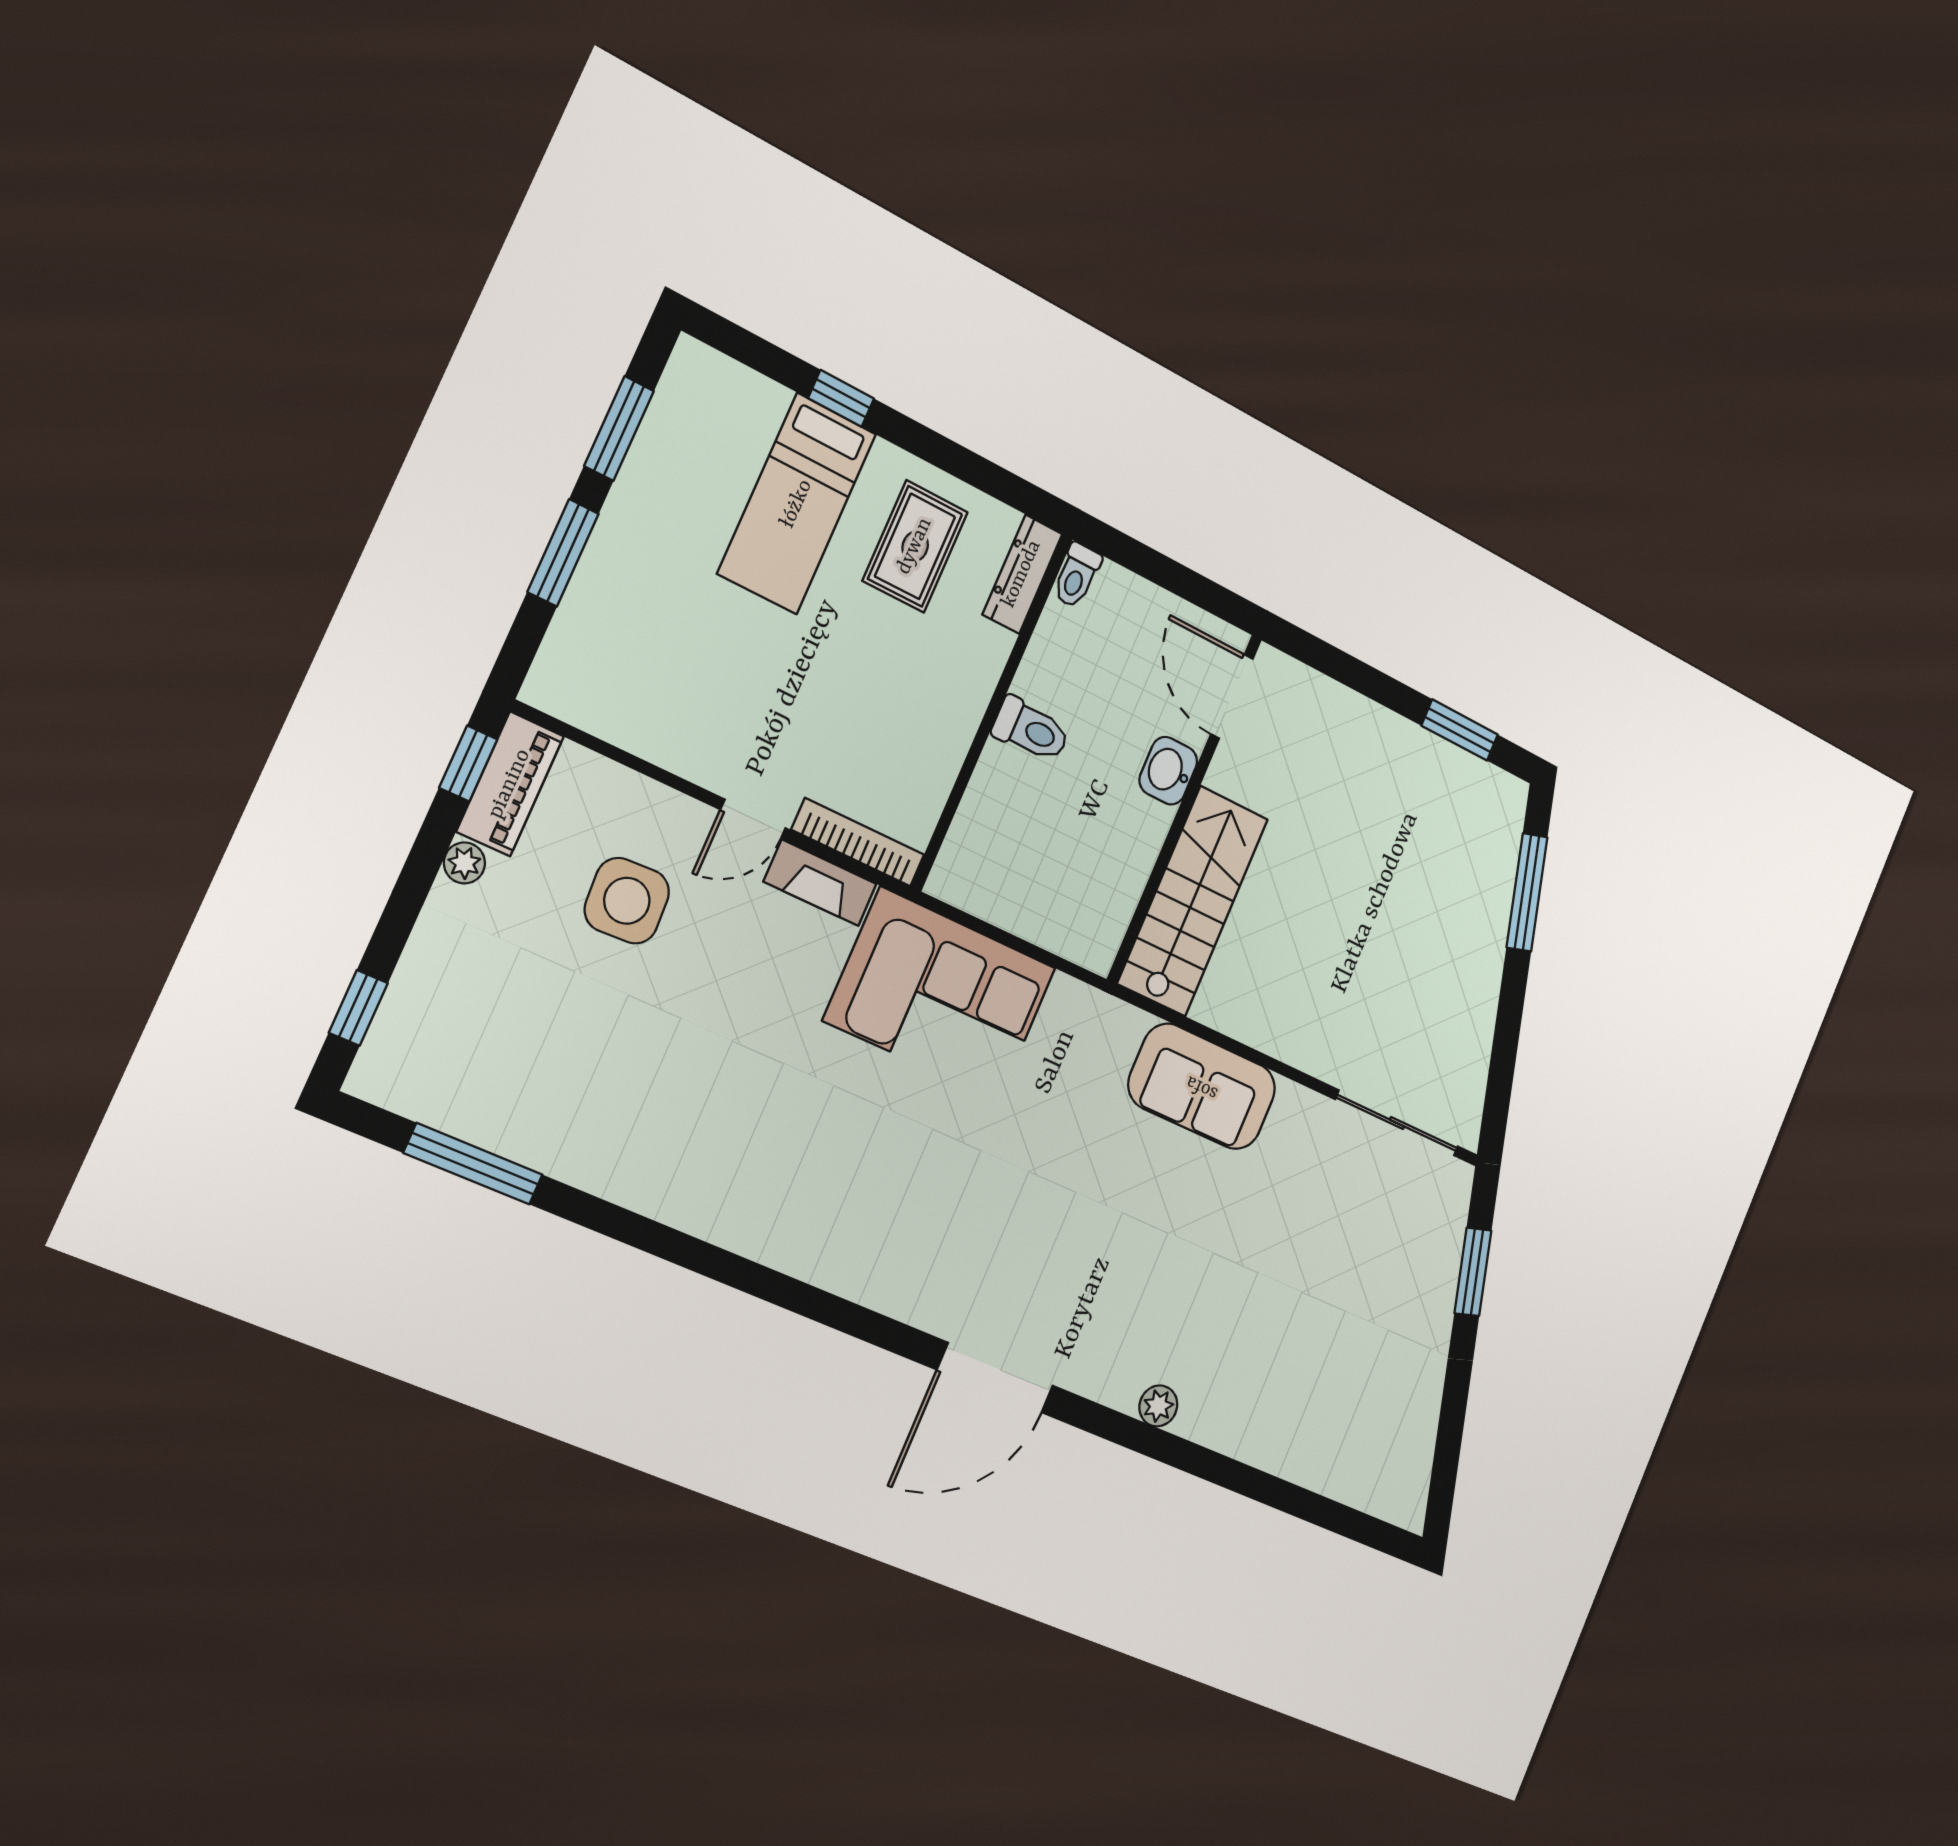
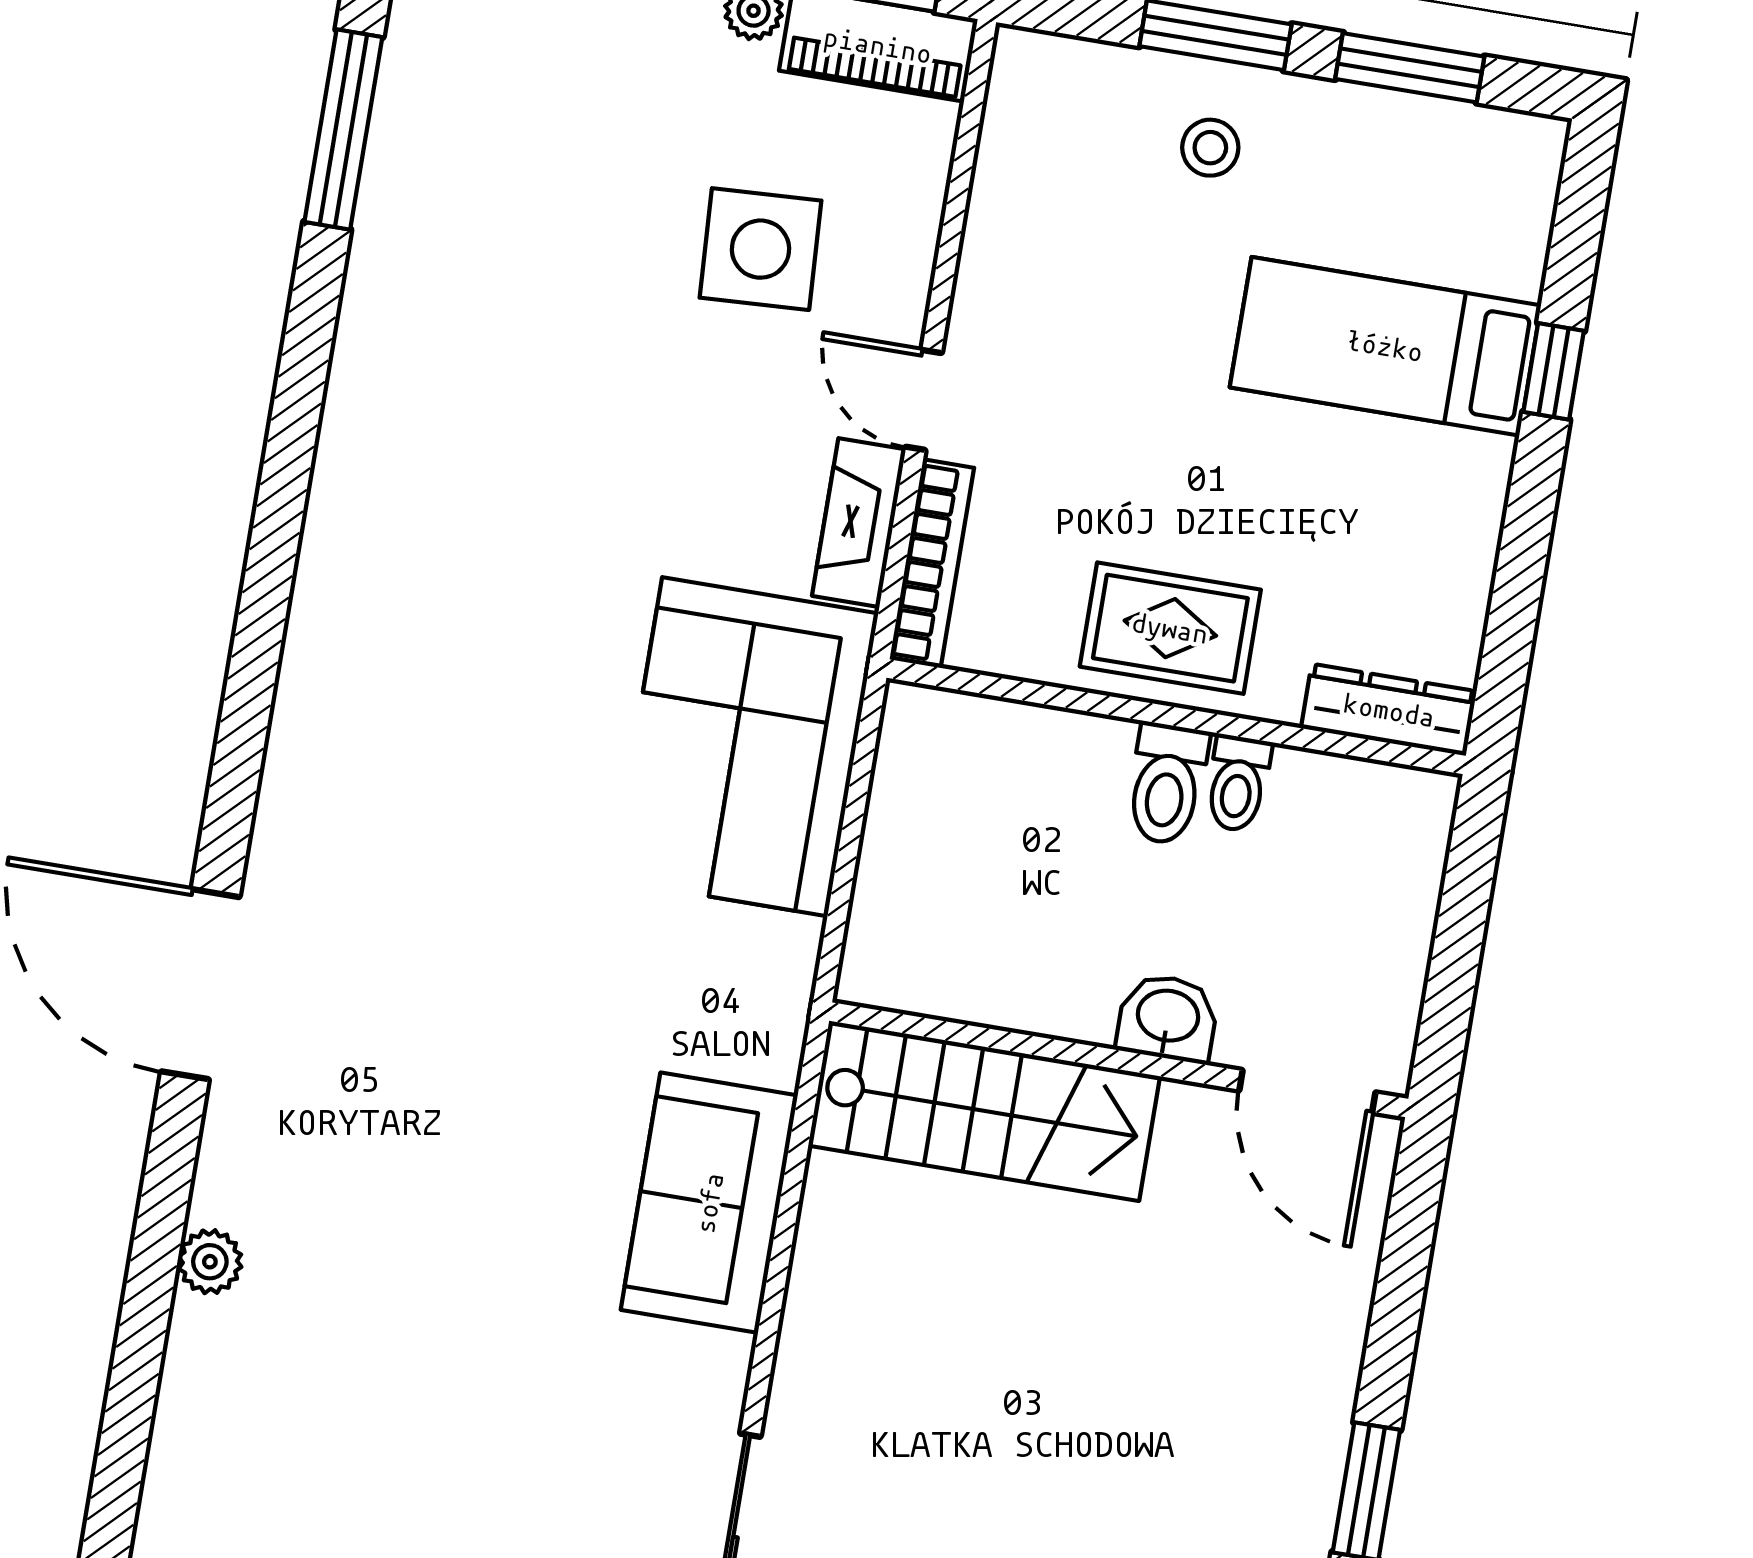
rug: (915, 546) -> (1170, 628), moved
toilet: (1077, 575) -> (1238, 783), moved, turned -90
stool: (638, 579) -> (1210, 148), added
door: (1232, 696) -> (1307, 1091), swing flipped

